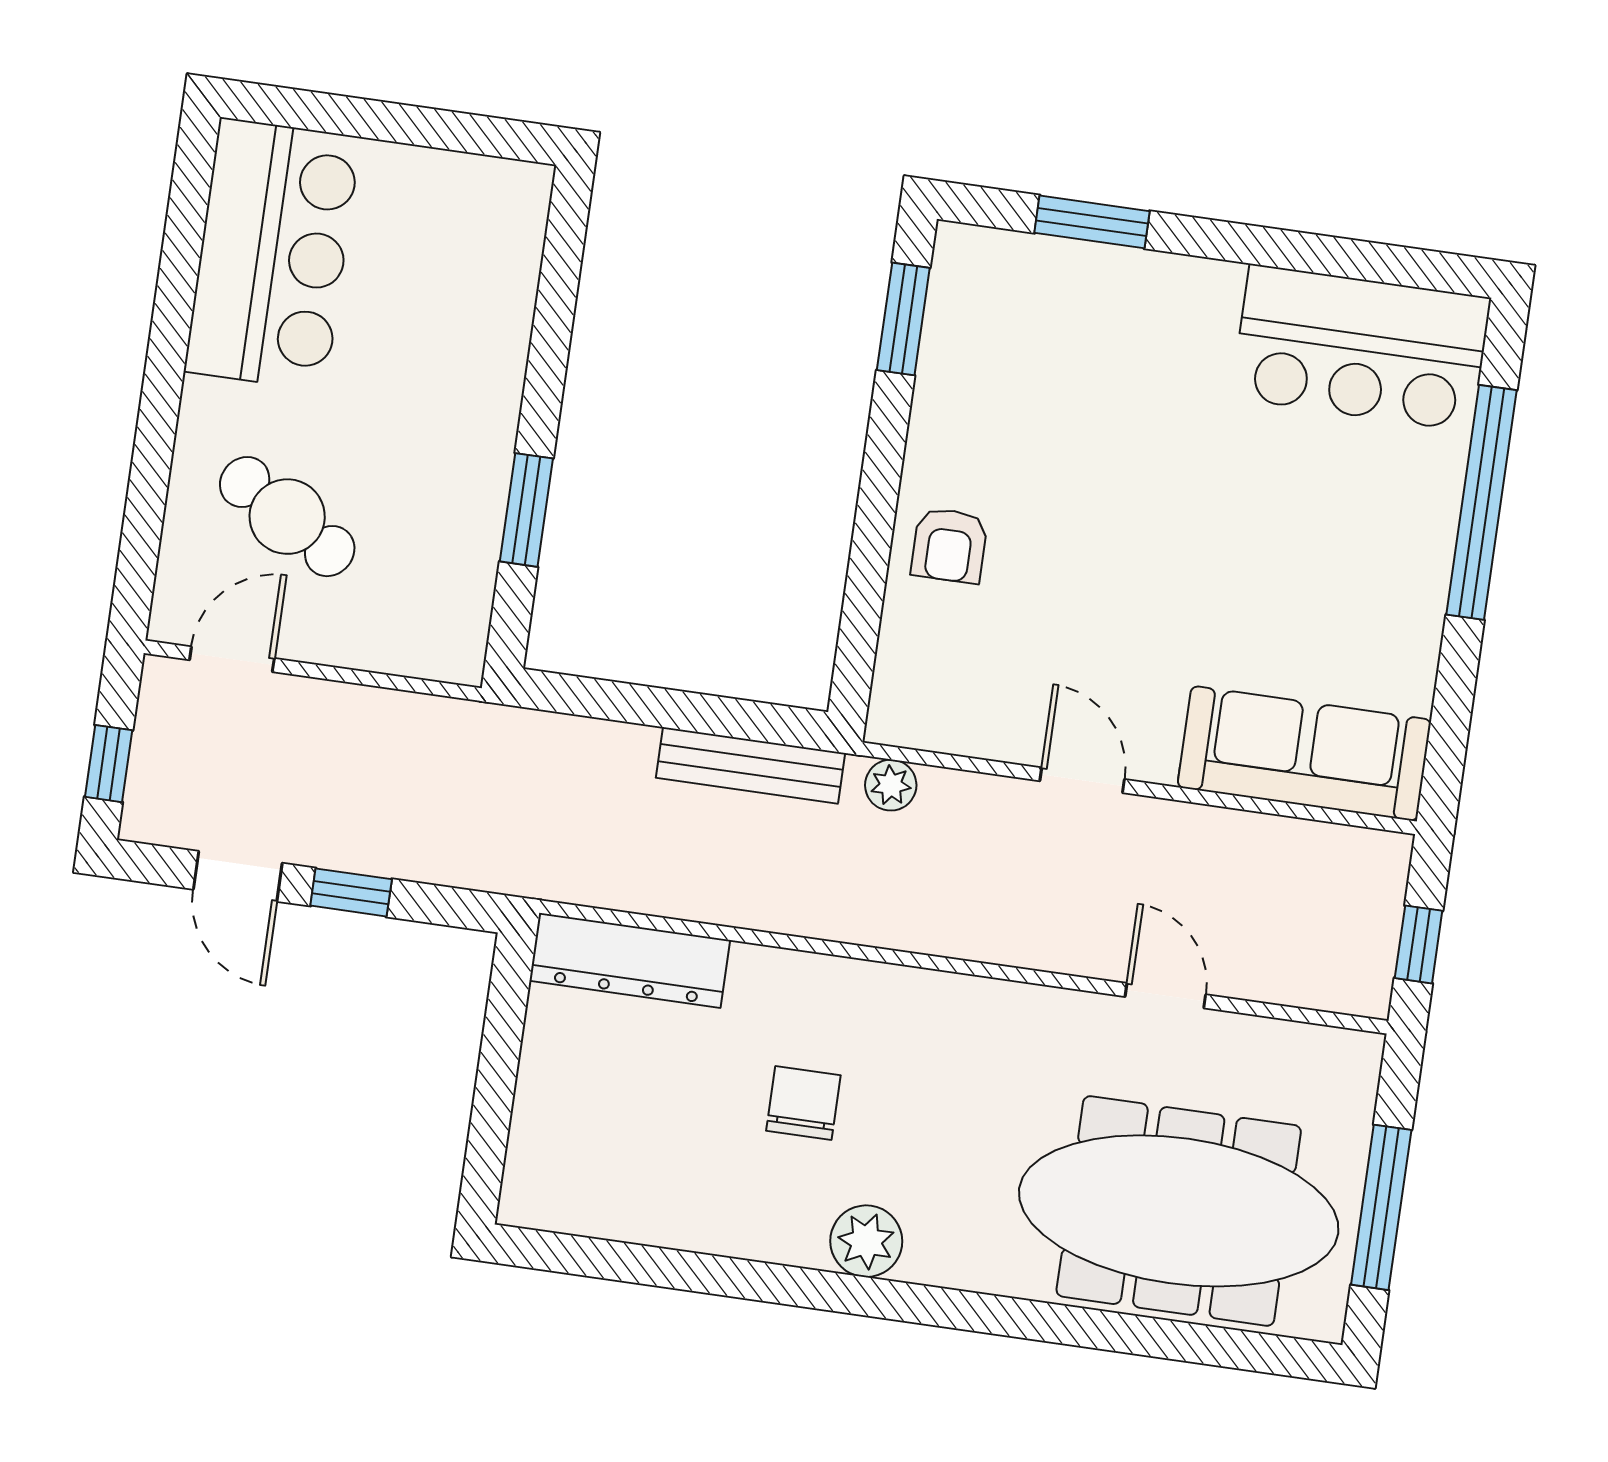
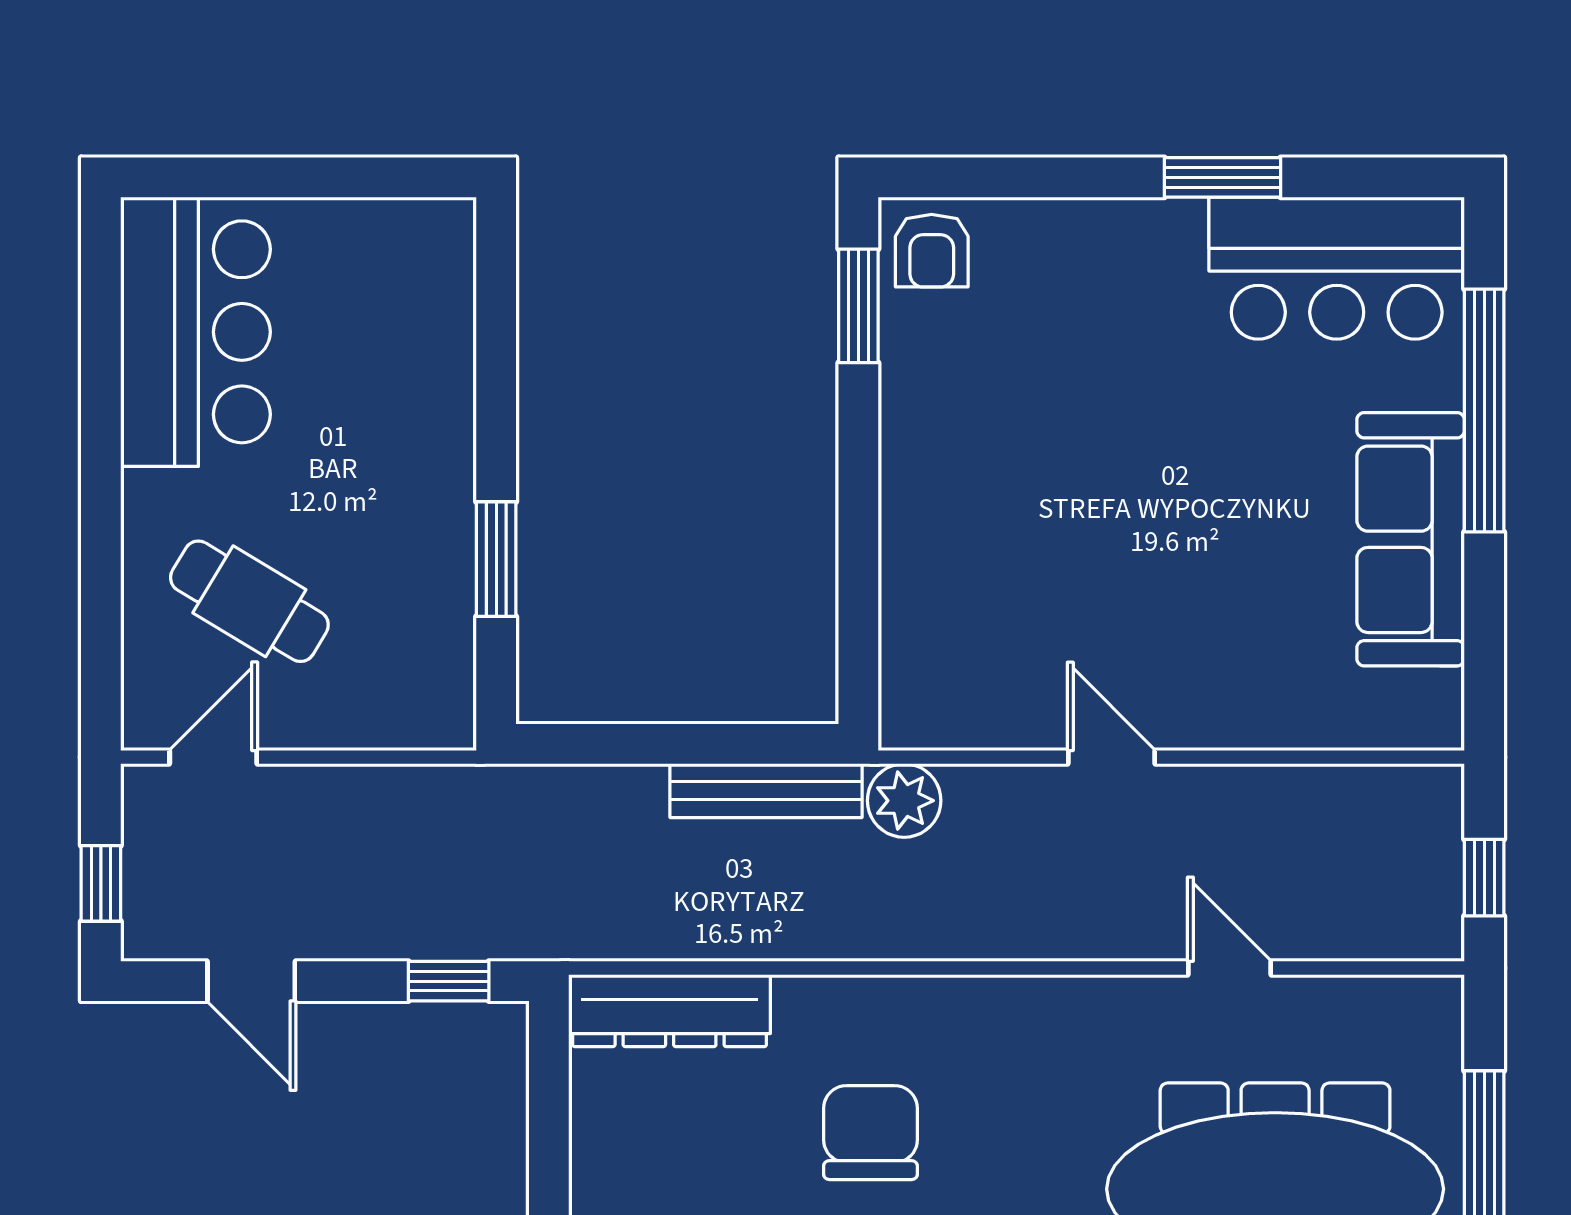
window: (1092, 222) -> (1223, 177), moved
armchair: (949, 545) -> (932, 251), moved
sofa: (1304, 753) -> (1411, 539), moved, turned -90
plant: (891, 785) -> (904, 801), width x1.38, depth x1.38
window: (351, 892) -> (449, 981), moved
chair: (803, 1103) -> (871, 1133), width x1.37, depth x1.37

